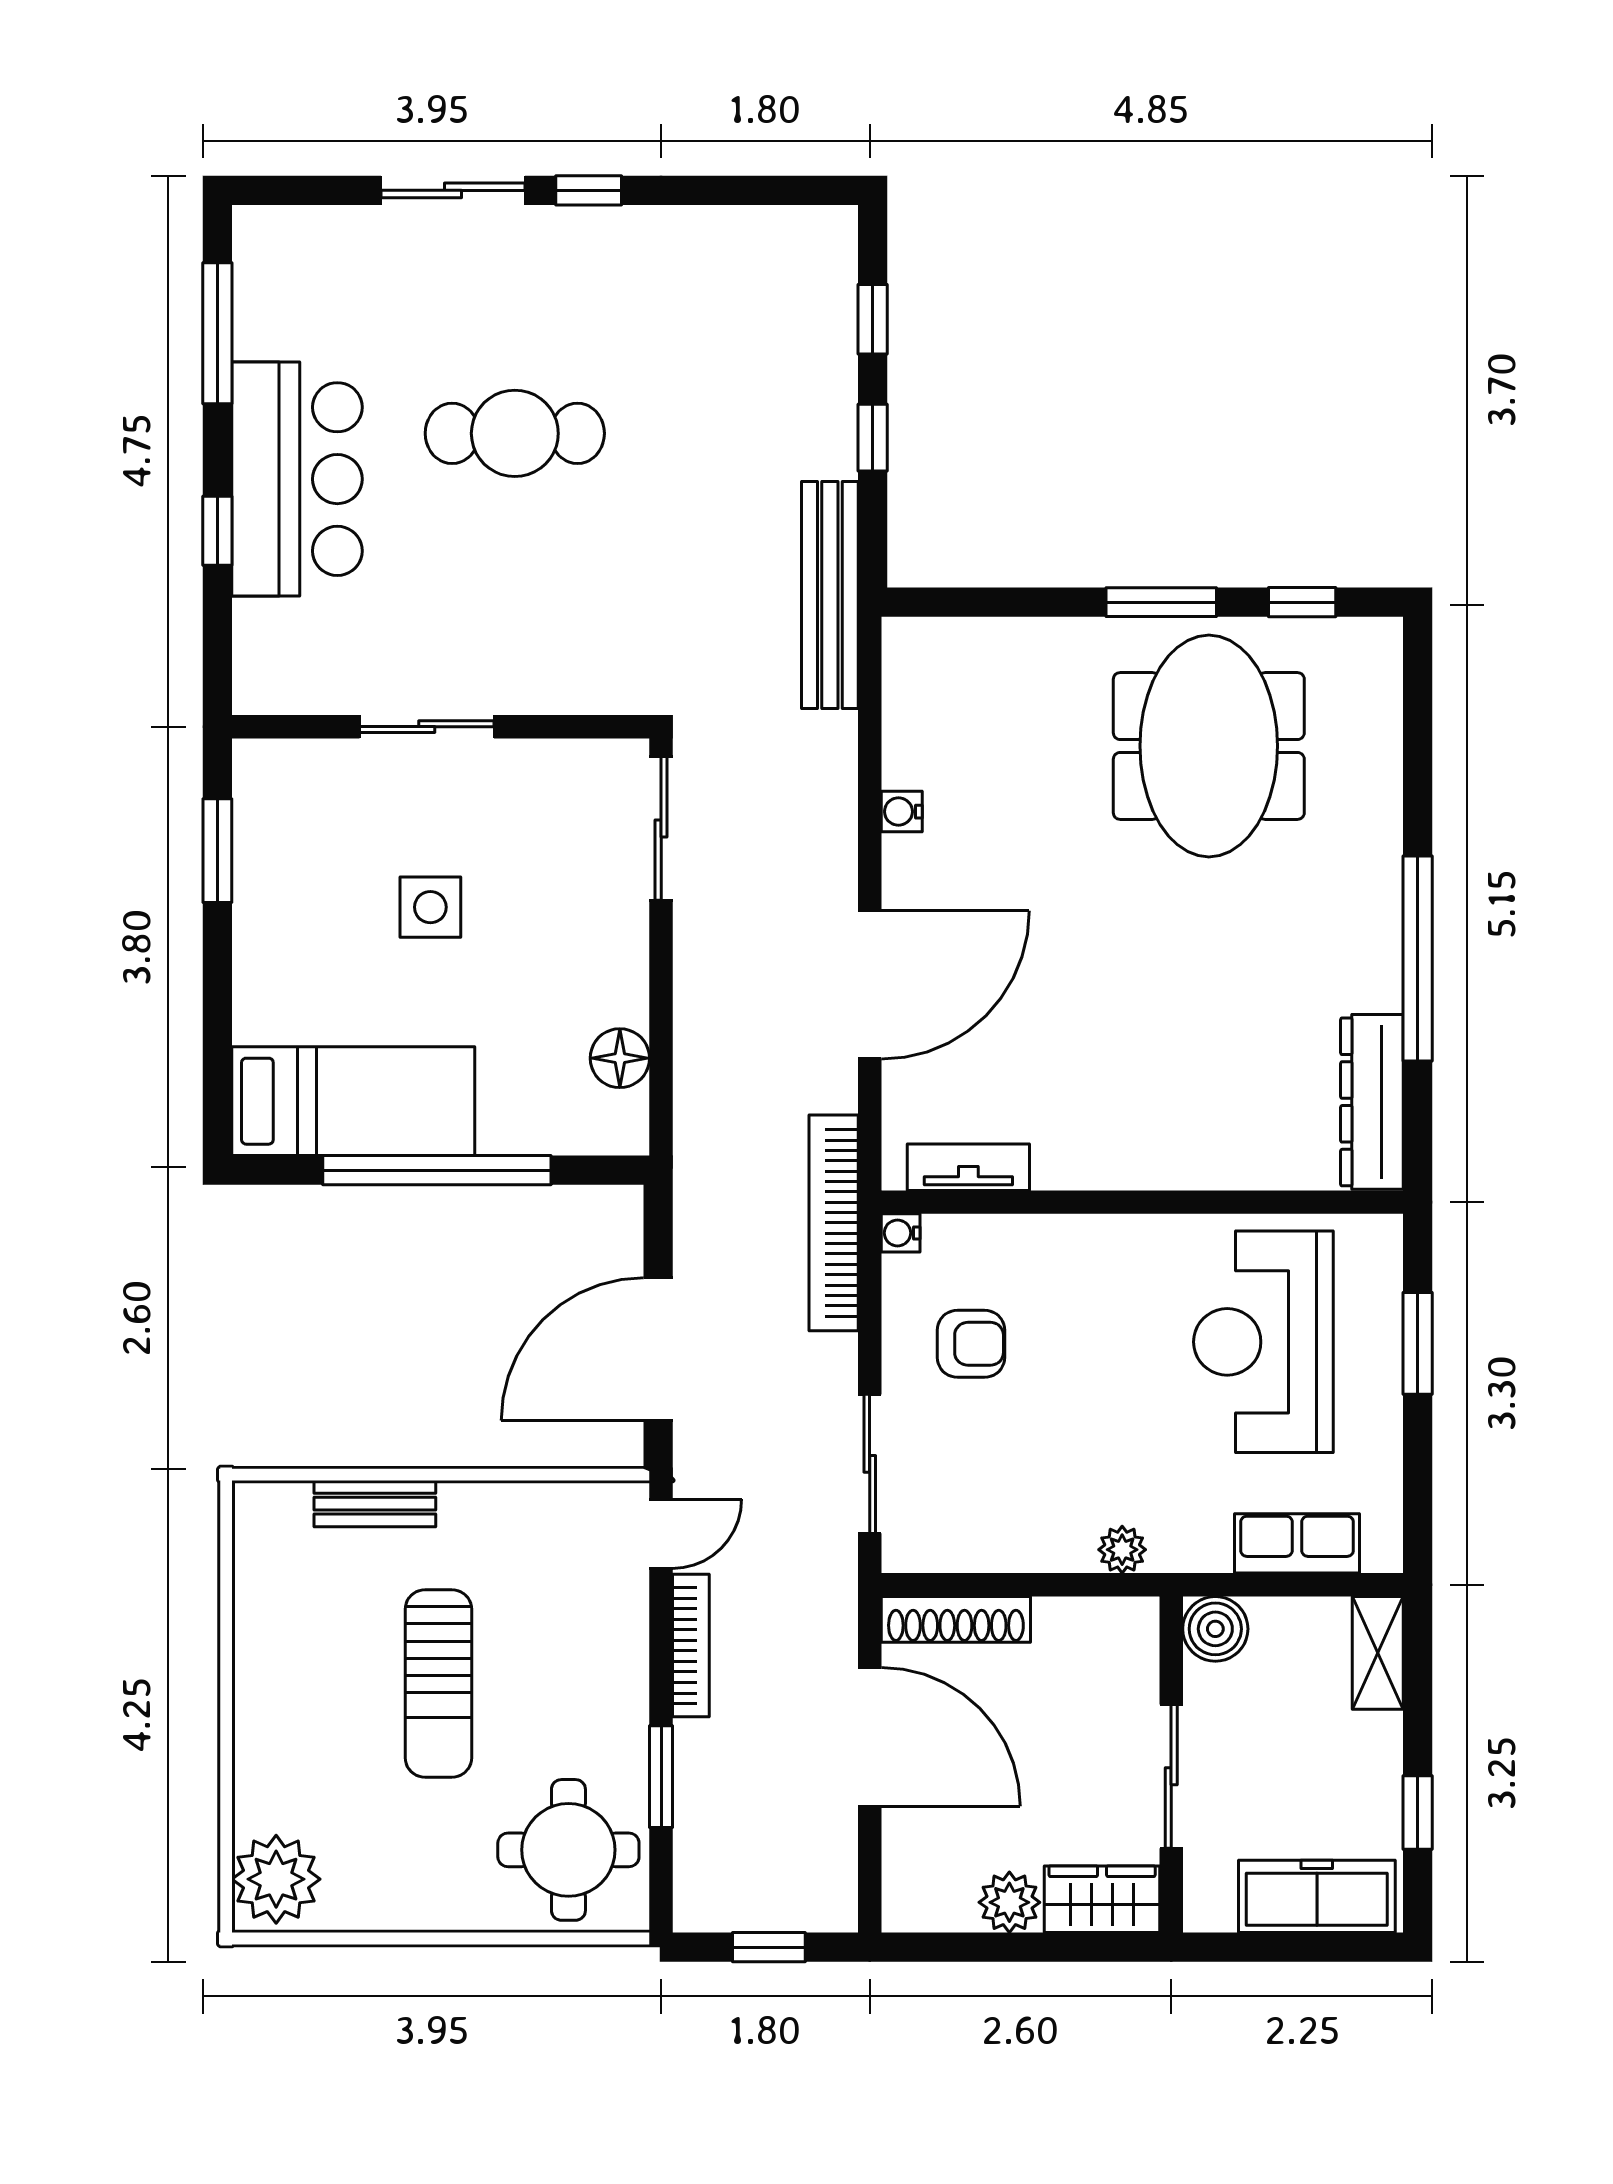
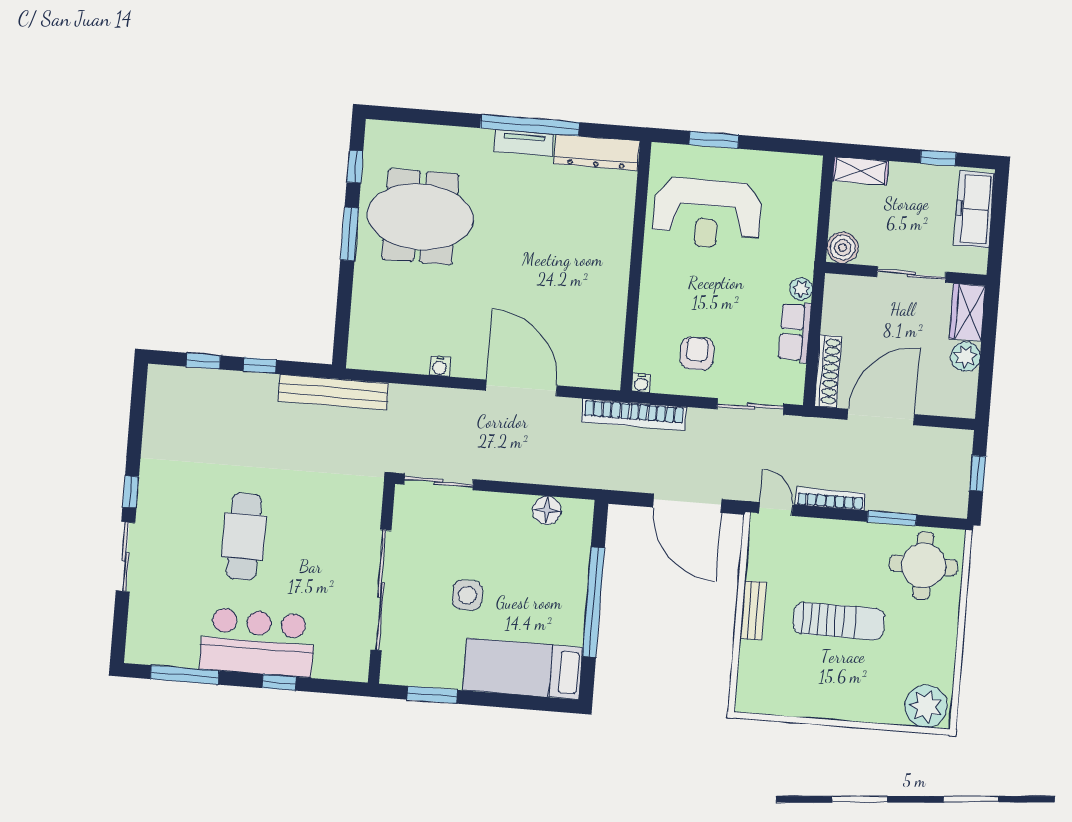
sliding door: (427, 727) -> (381, 590), width x1.86
bed: (353, 1101) -> (523, 669), moved, turned -90
tv unit: (968, 1167) -> (524, 143), moved, turned -90
bench: (375, 1504) -> (753, 610), moved
row of seats: (1297, 1543) -> (795, 332), moved

